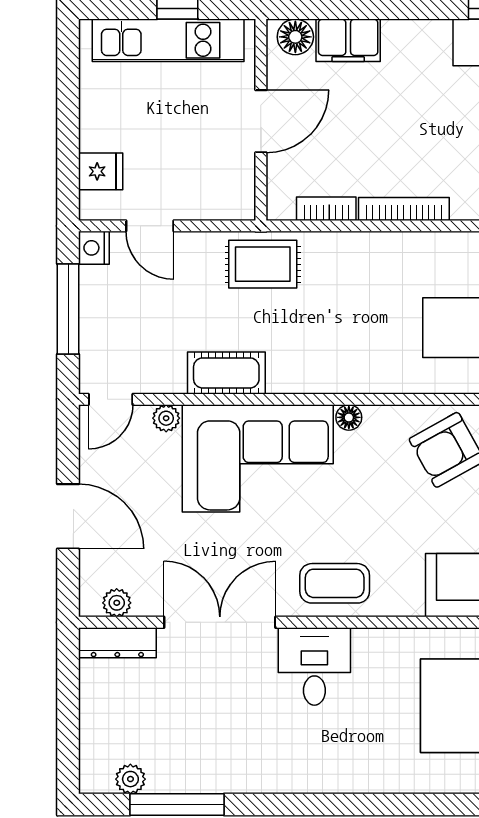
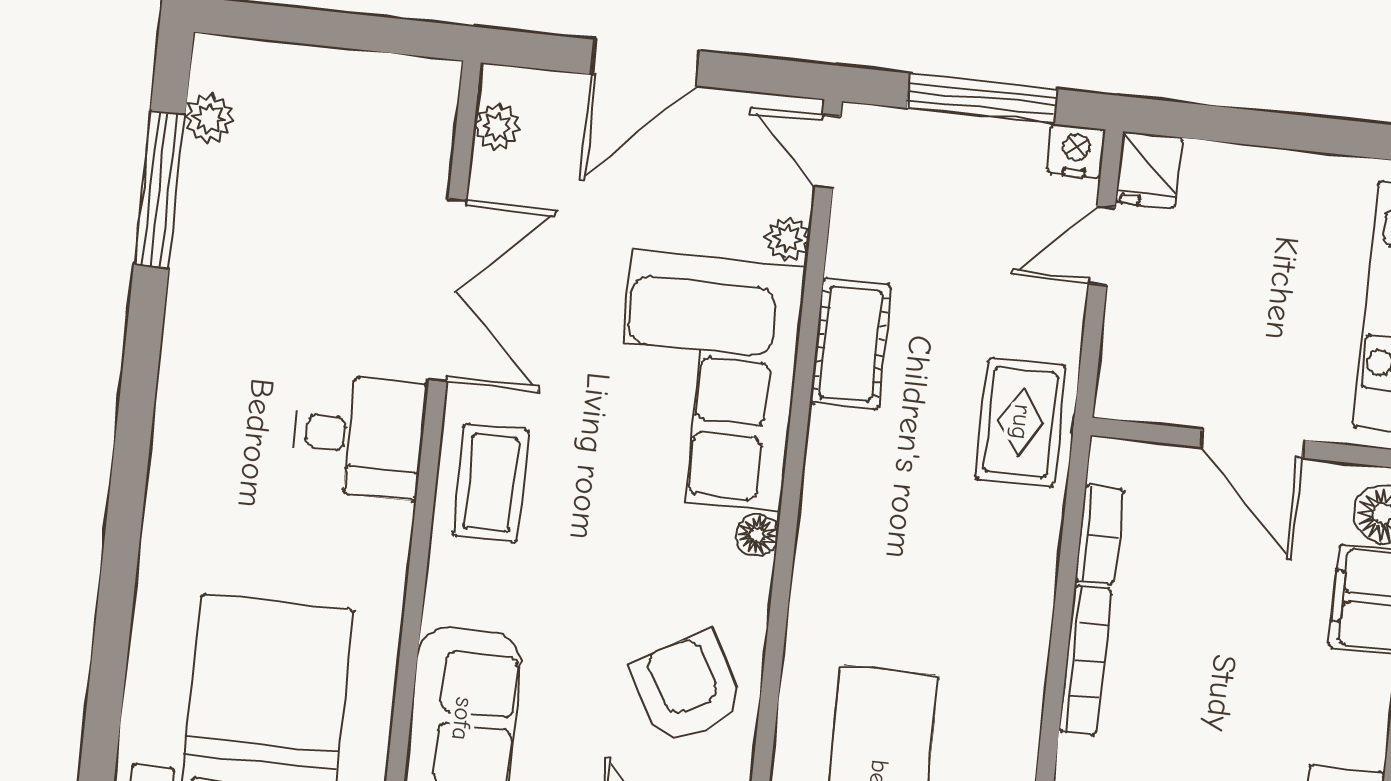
fridge: (101, 171) -> (1149, 170), moved
dresser: (117, 643) -> (432, 121), removed

